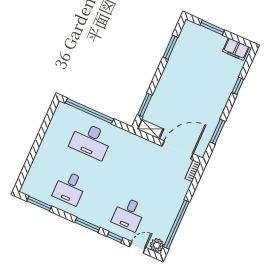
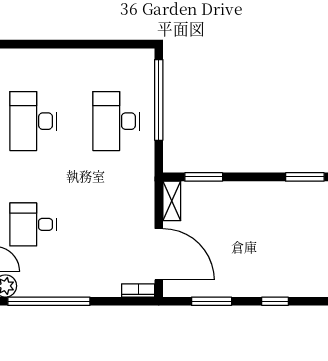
window: (238, 86) -> (275, 301), moved
desk: (70, 188) -> (33, 121), width x1.37

